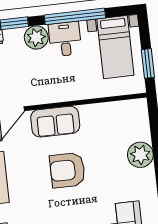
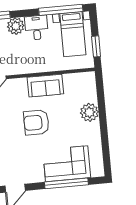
window: (75, 16) -> (61, 10), moved
sofa: (55, 122) -> (45, 86), moved

